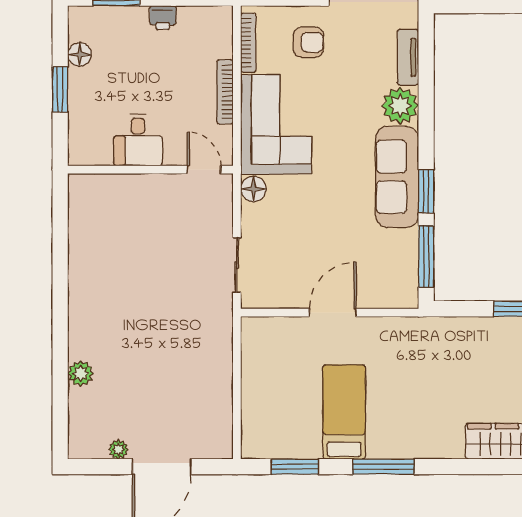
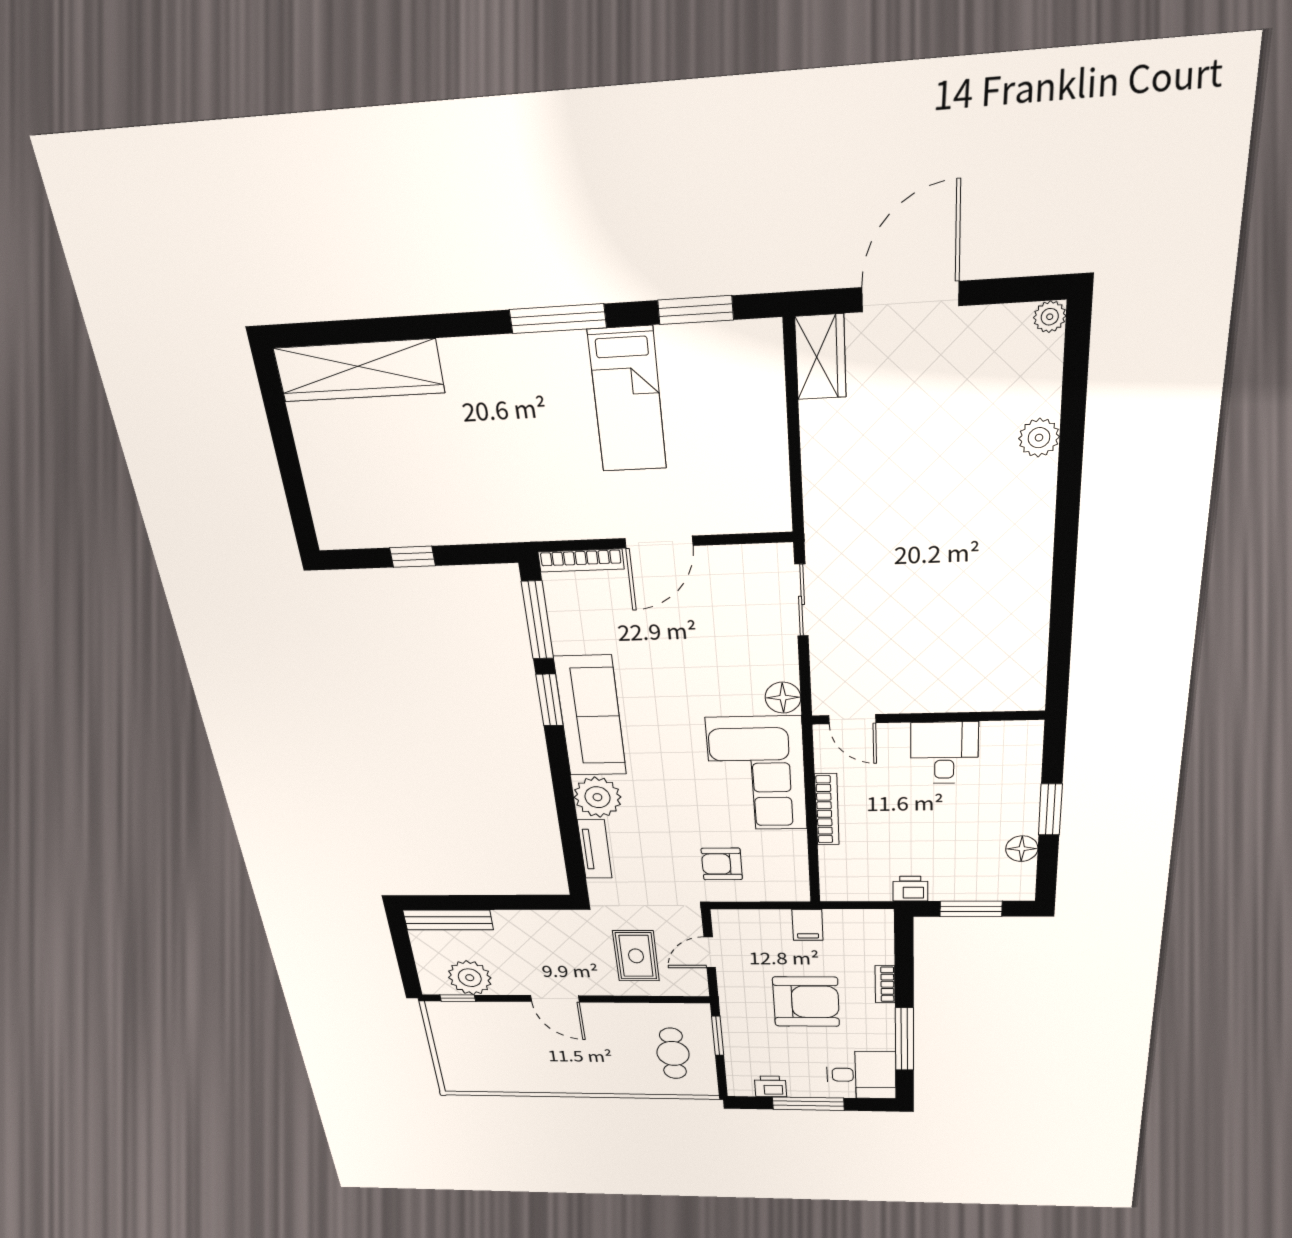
bookcase: (248, 43) -> (581, 560), moved, turned -90
wardrobe: (218, 433) -> (820, 357), added
plant: (118, 449) -> (1050, 317), moved

